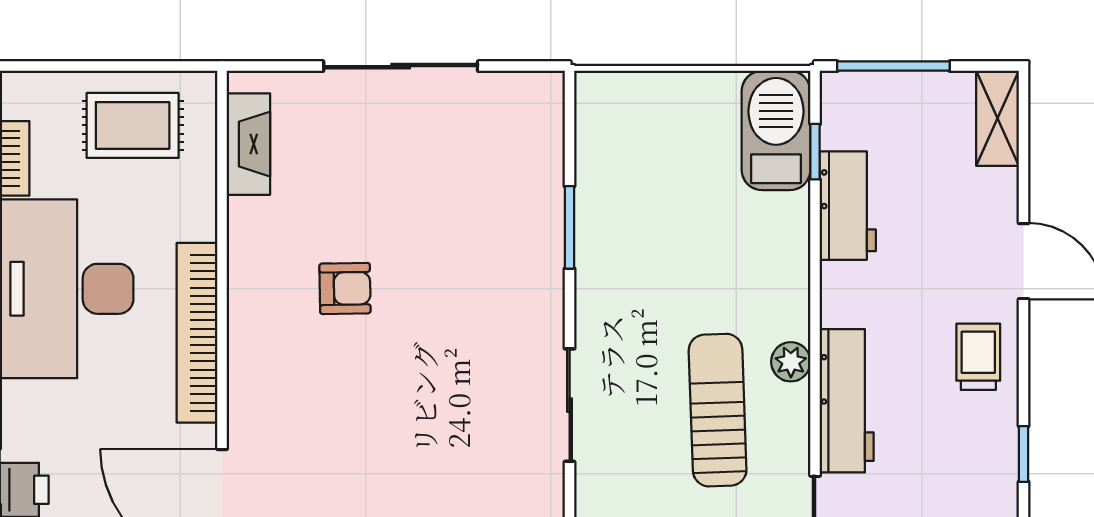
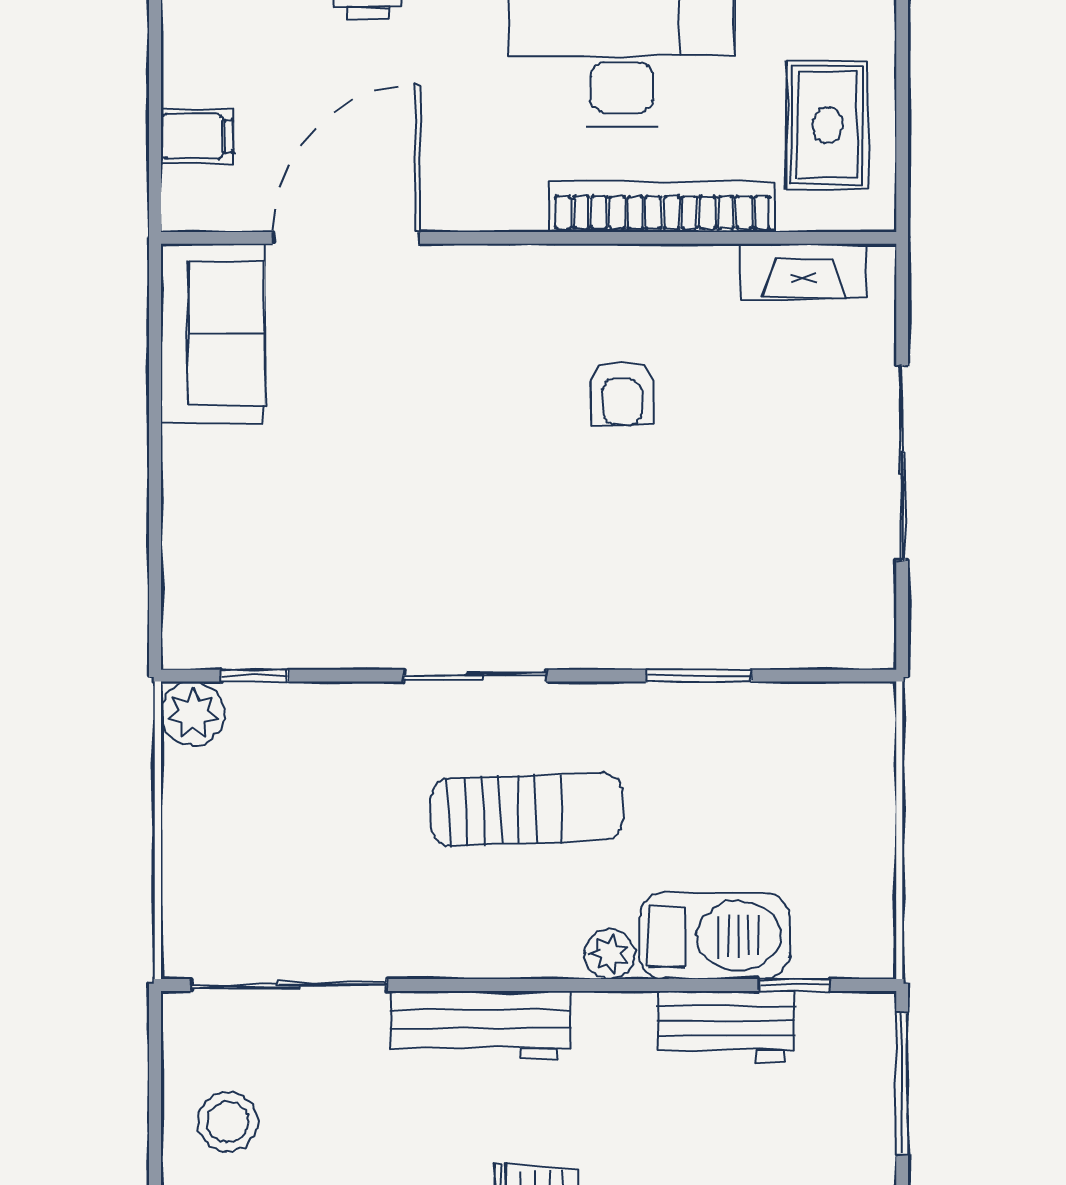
barbecue: (776, 130) -> (714, 936), moved
bookcase: (197, 333) -> (662, 206), moved
plant: (791, 362) -> (610, 954), moved
sun lounger: (718, 410) -> (527, 809), moved

